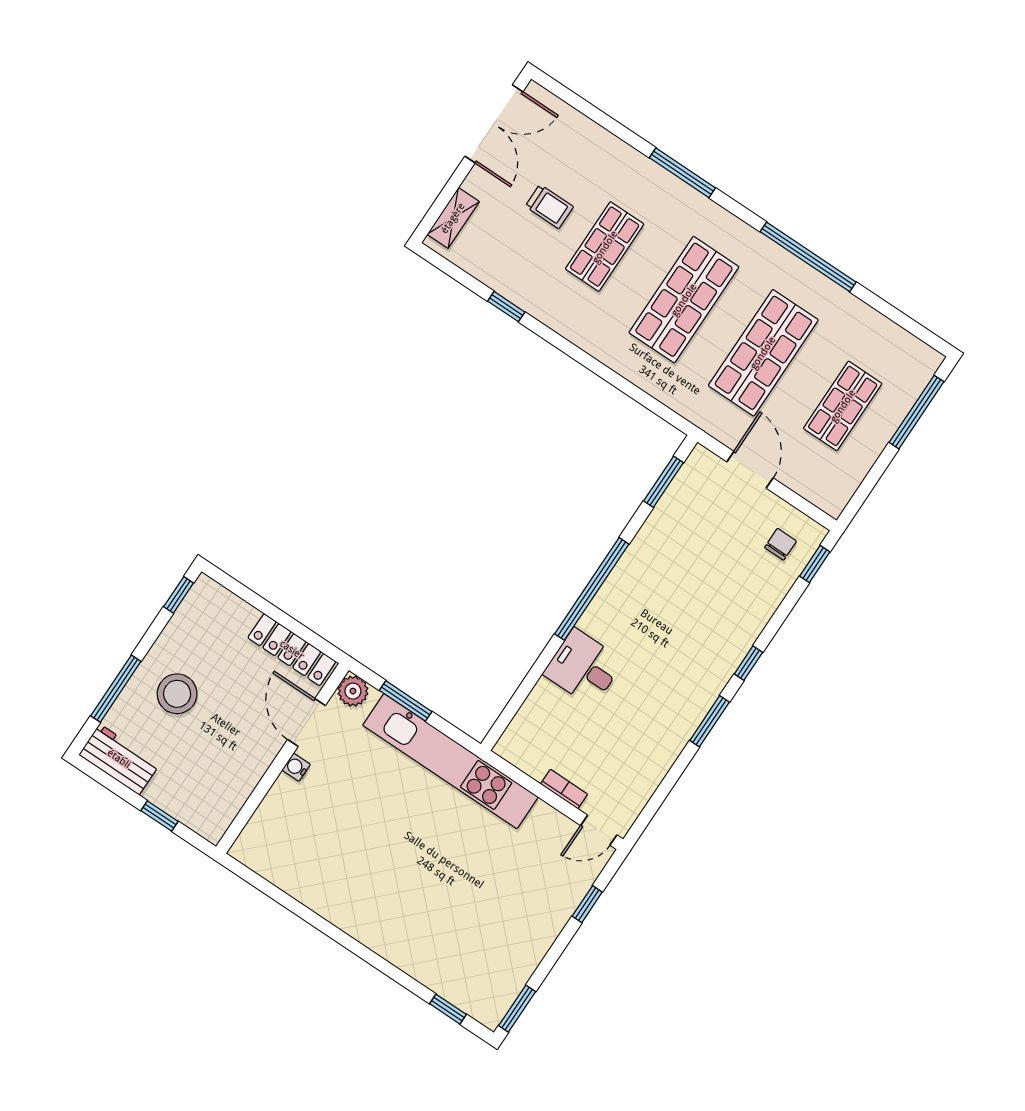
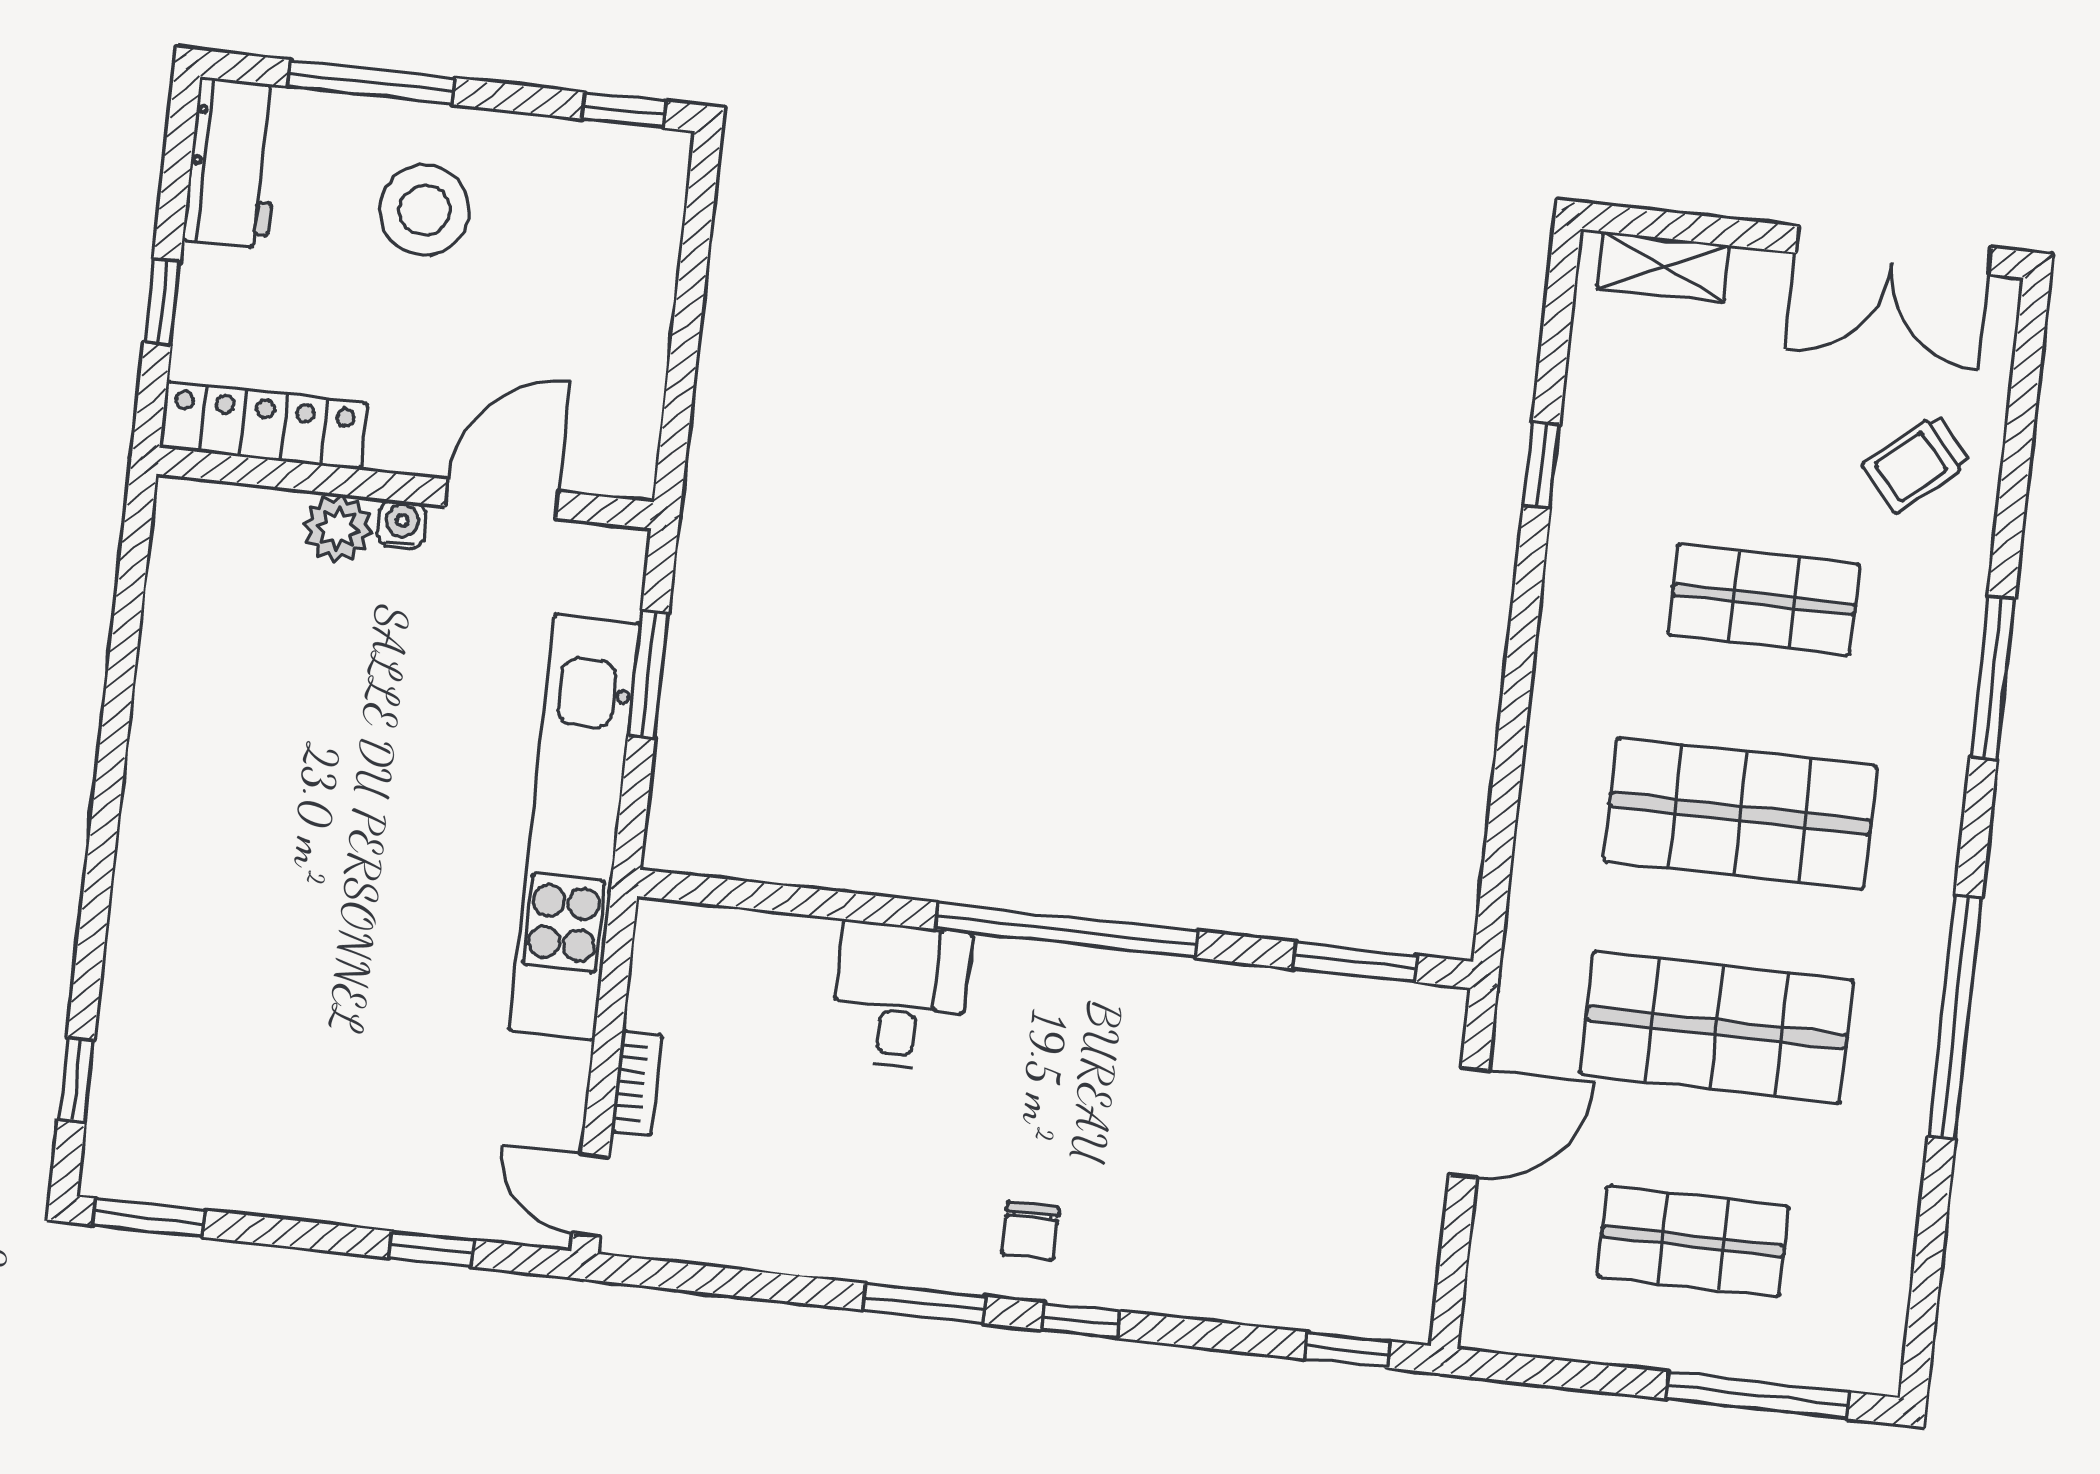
trolley: (549, 207) -> (1916, 463), moved, turned 49
chair: (780, 544) -> (1031, 1231), moved, turned 90
locker: (292, 650) -> (263, 425), moved, turned 90
plant: (353, 691) -> (338, 528), moved

